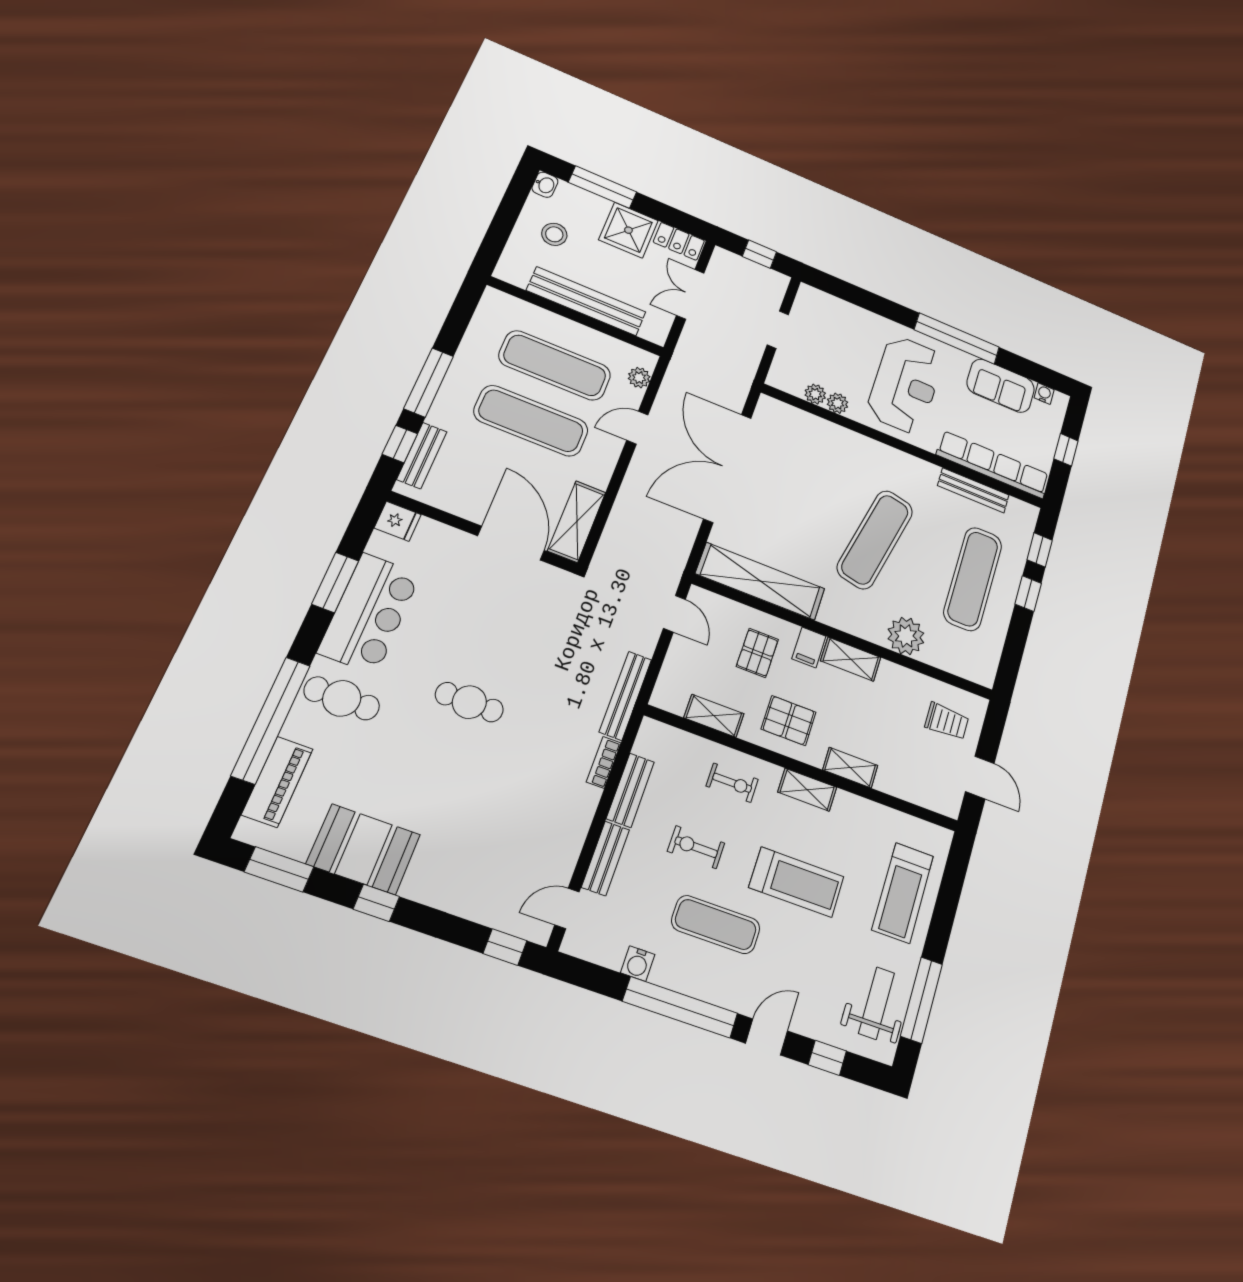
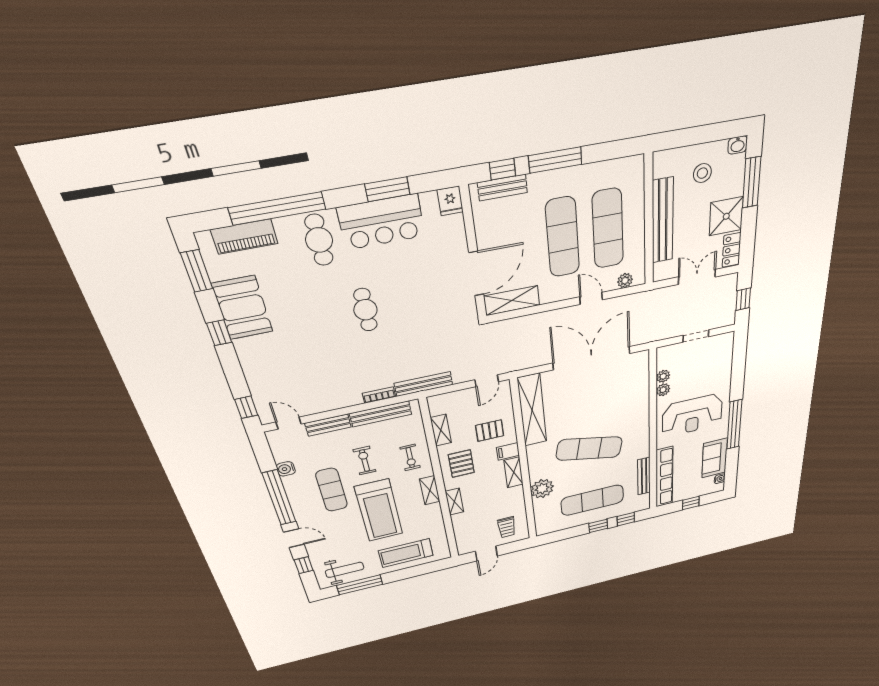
bench: (630, 790) -> (381, 414), width x1.36
treadmill: (796, 882) -> (379, 510), width x1.37, depth x1.38

